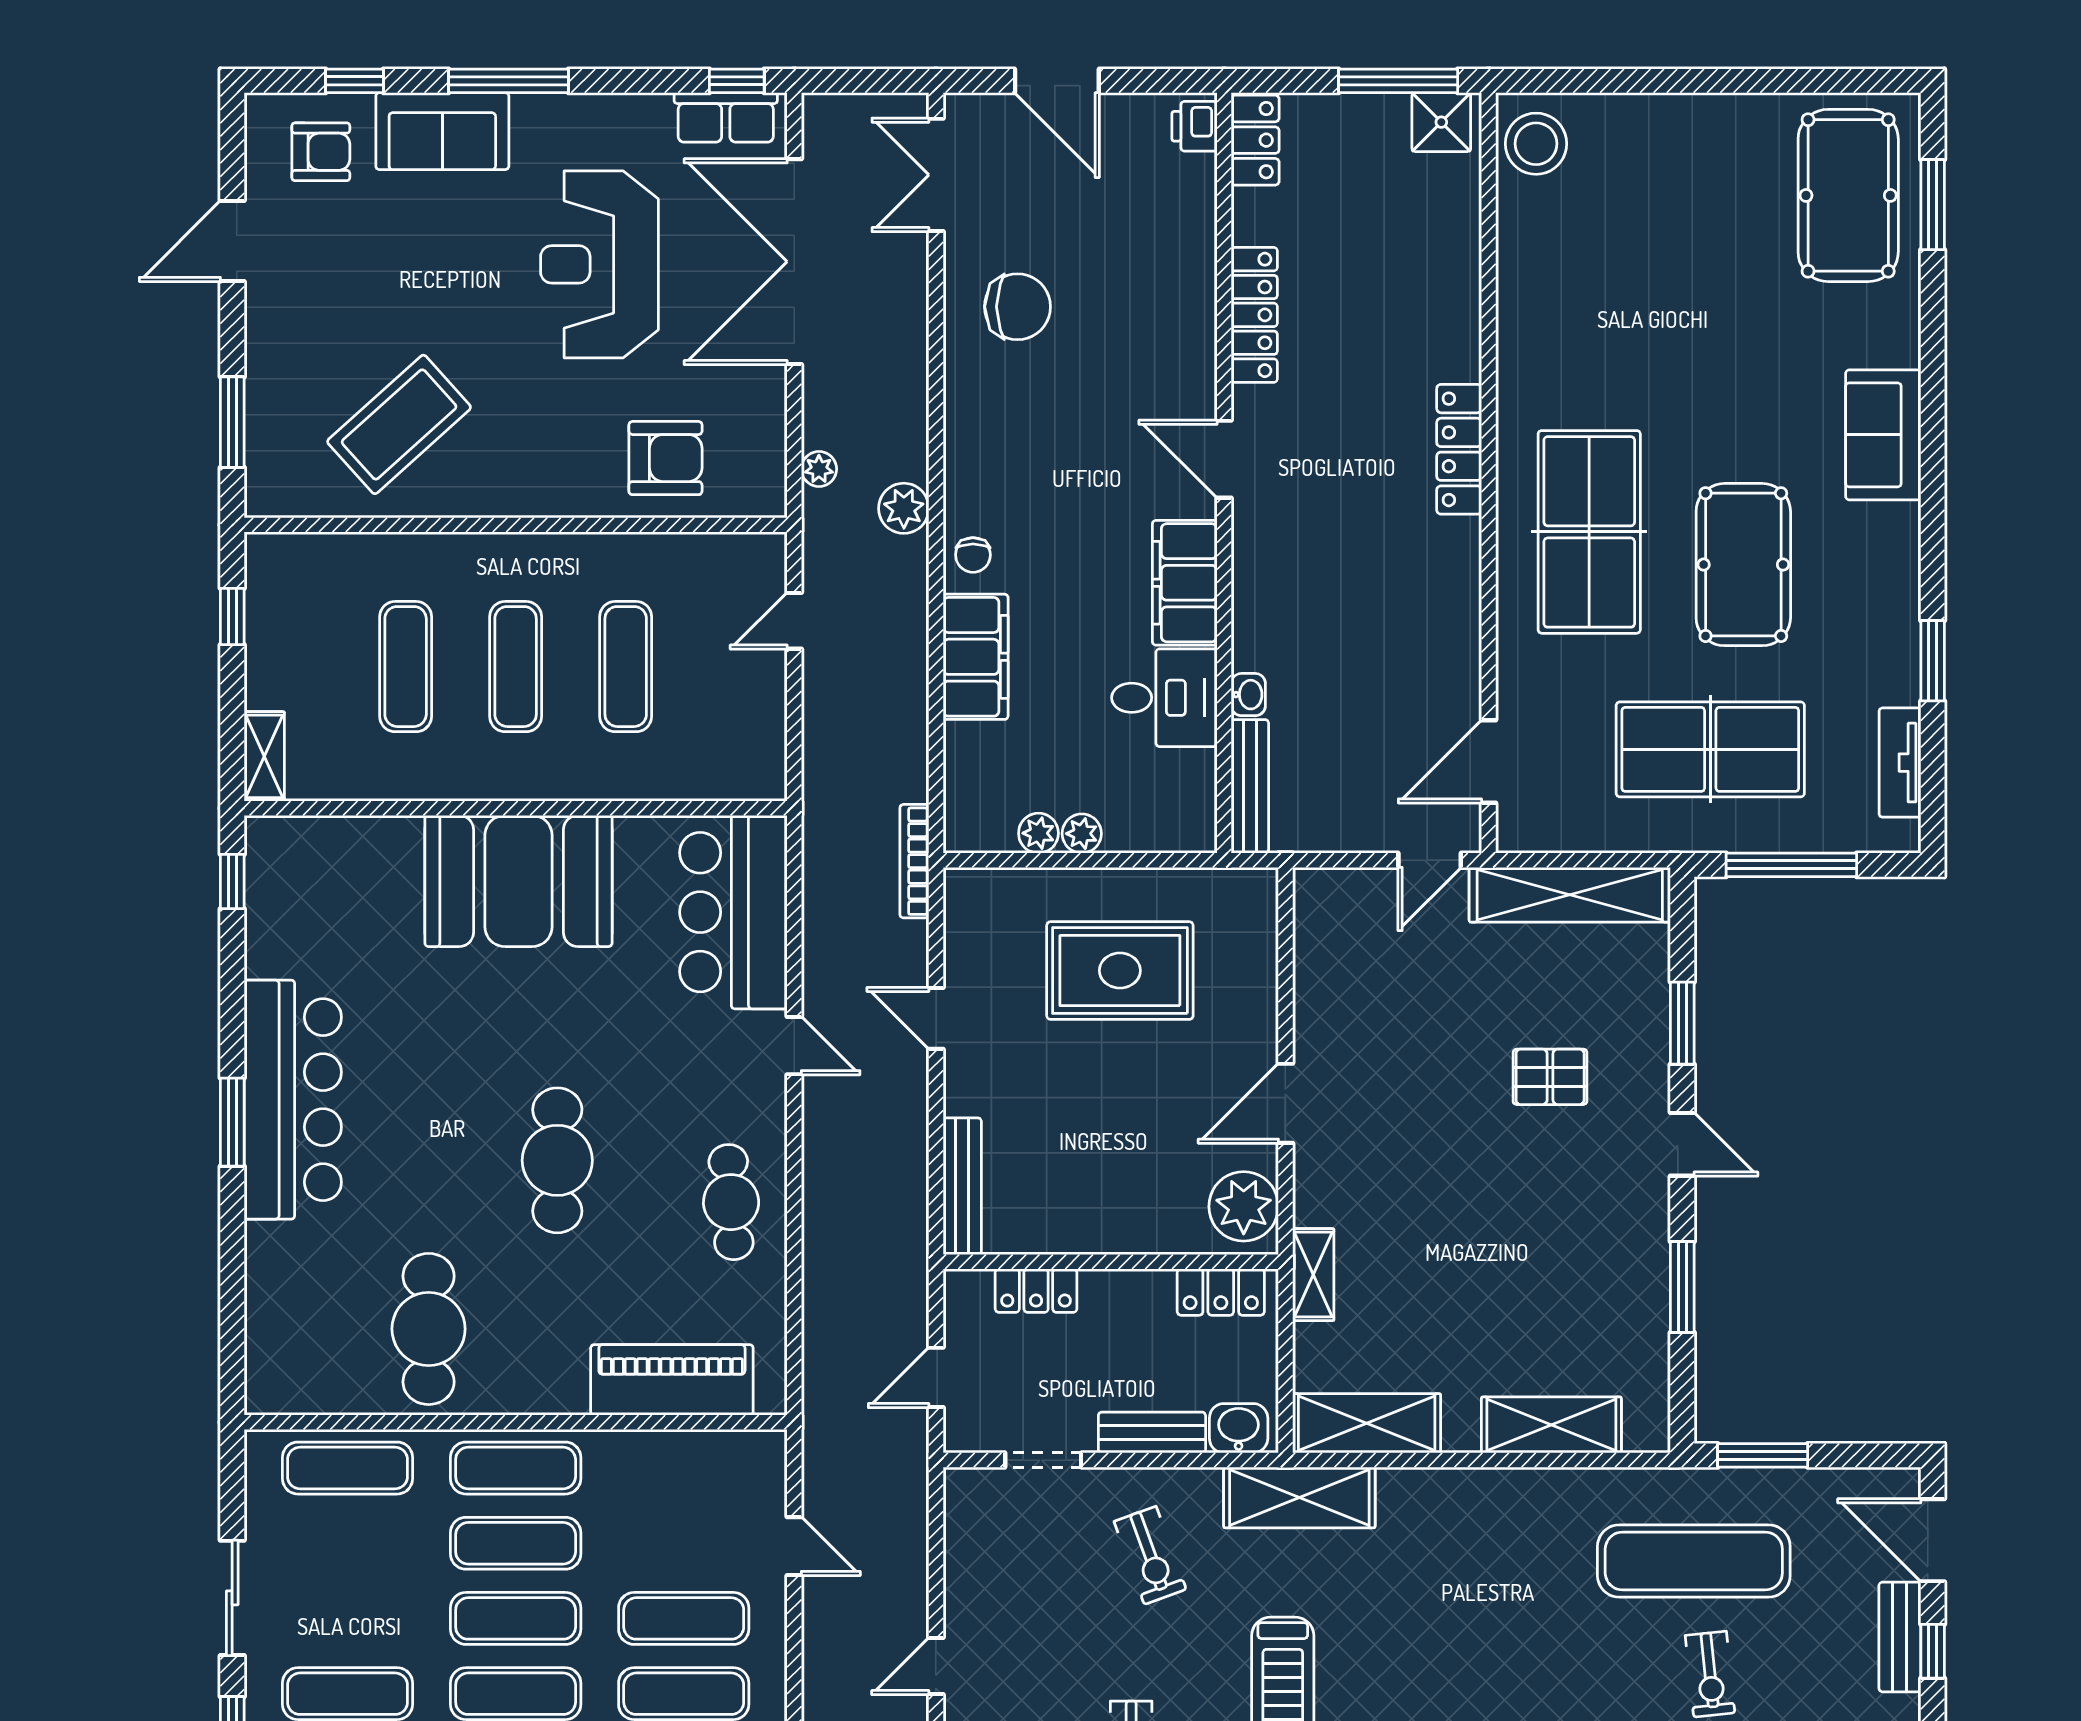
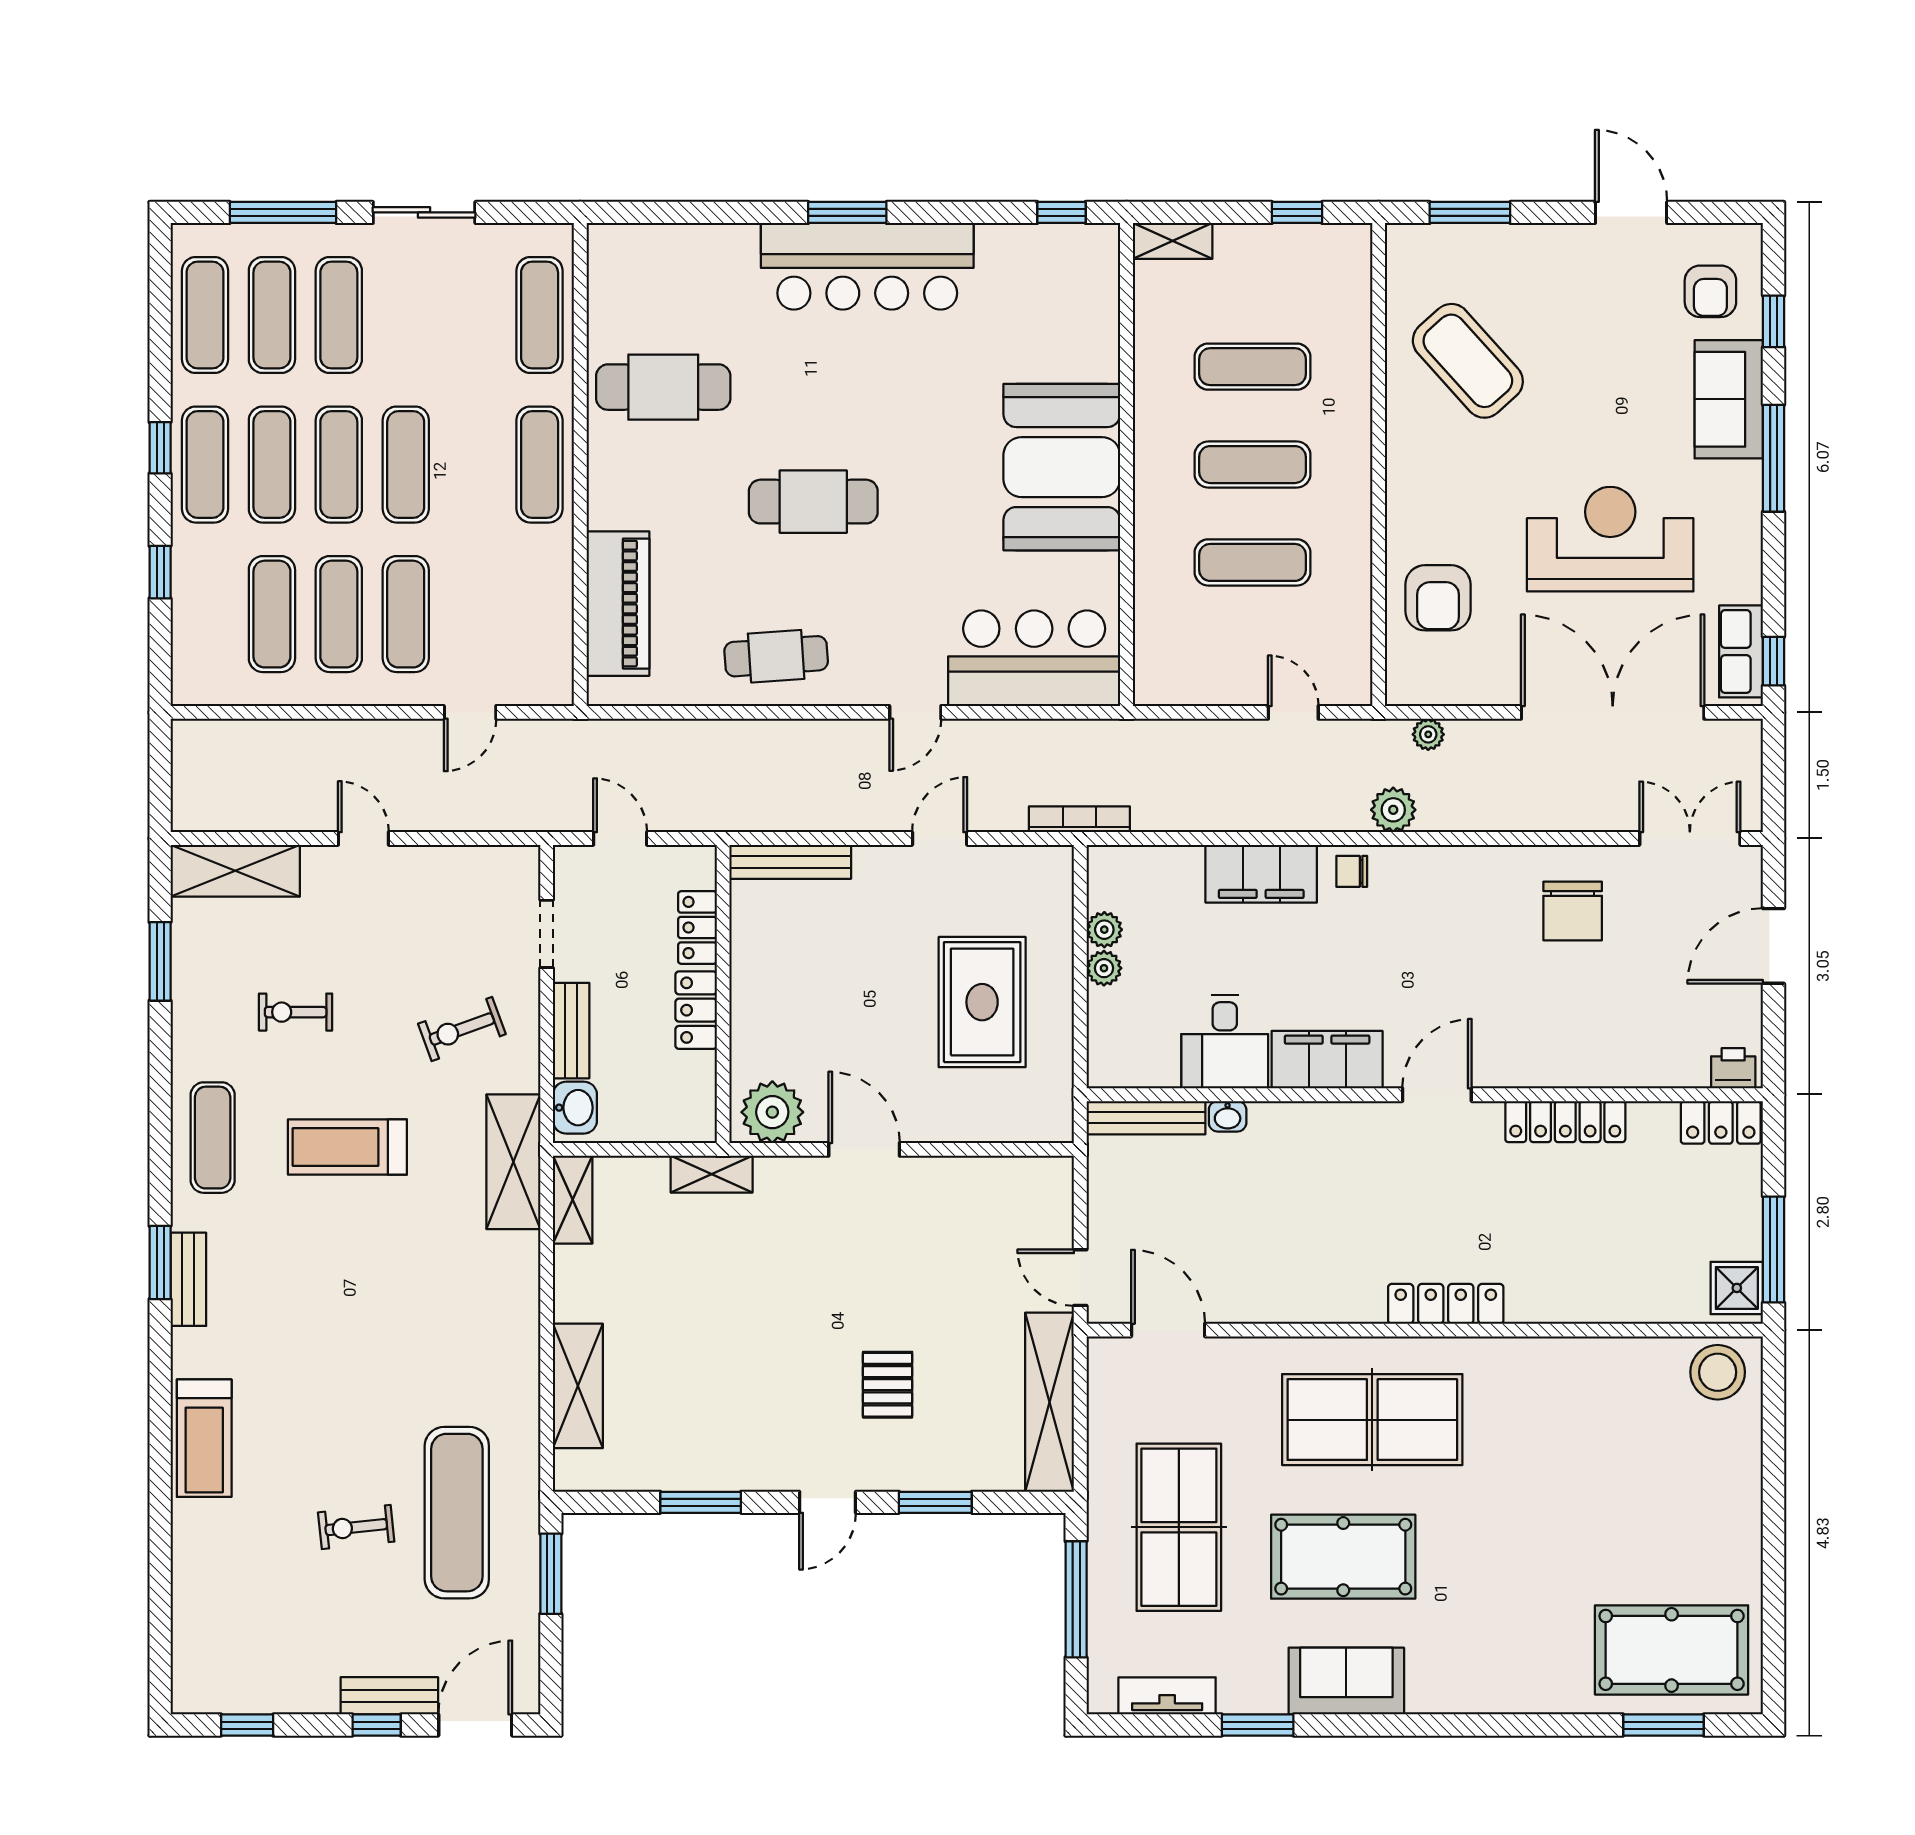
sofa: (1883, 435) -> (1346, 1681), moved
locker: (1221, 1292) -> (696, 1010), moved
shelving: (1367, 1423) -> (573, 1200), width x0.67, depth x0.75
exercise mat: (516, 1543) -> (473, 465), removed

